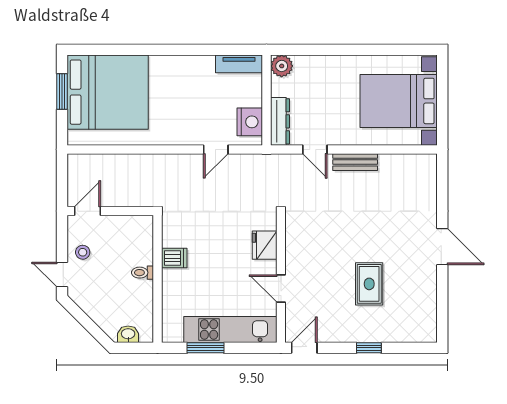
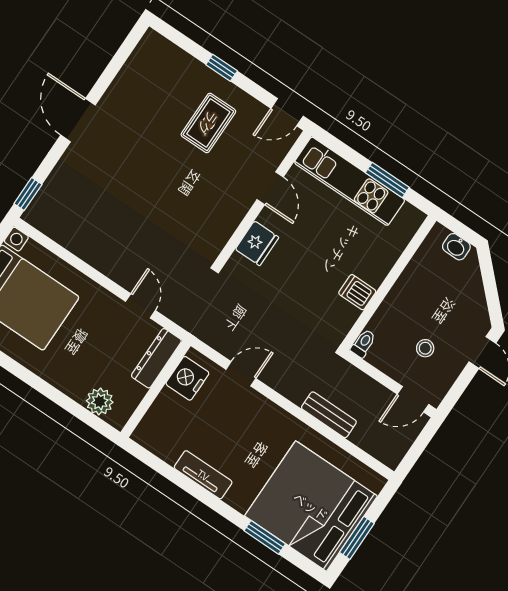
window: (125, 50) -> (265, 537), added
tv unit: (239, 64) -> (203, 475), moved
plant: (282, 66) -> (100, 402), moved
bench: (355, 162) -> (329, 415), moved
window: (442, 174) -> (28, 194), added
stool: (83, 252) -> (425, 348), moved
toilet: (143, 273) -> (363, 343), moved, turned -90
rug: (369, 284) -> (208, 123), moved

